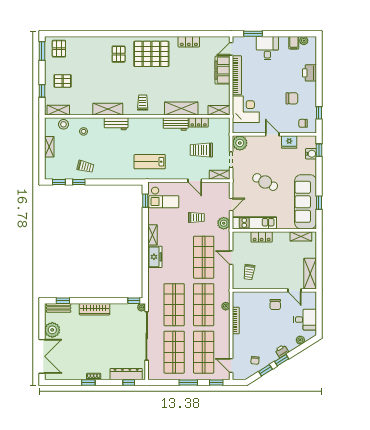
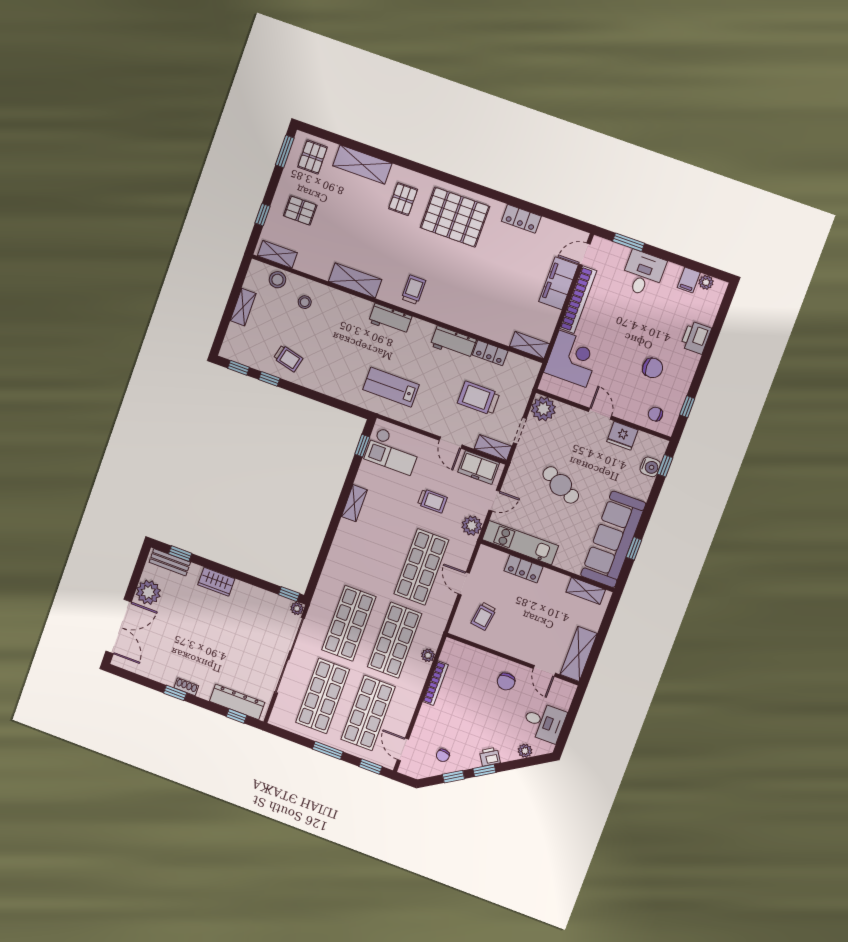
shelving: (181, 108) -> (362, 165), moved
workbench: (116, 124) -> (390, 319), moved
freezer: (155, 257) -> (479, 467), moved, turned 90
wardrobe: (95, 309) -> (216, 582), width x0.67

